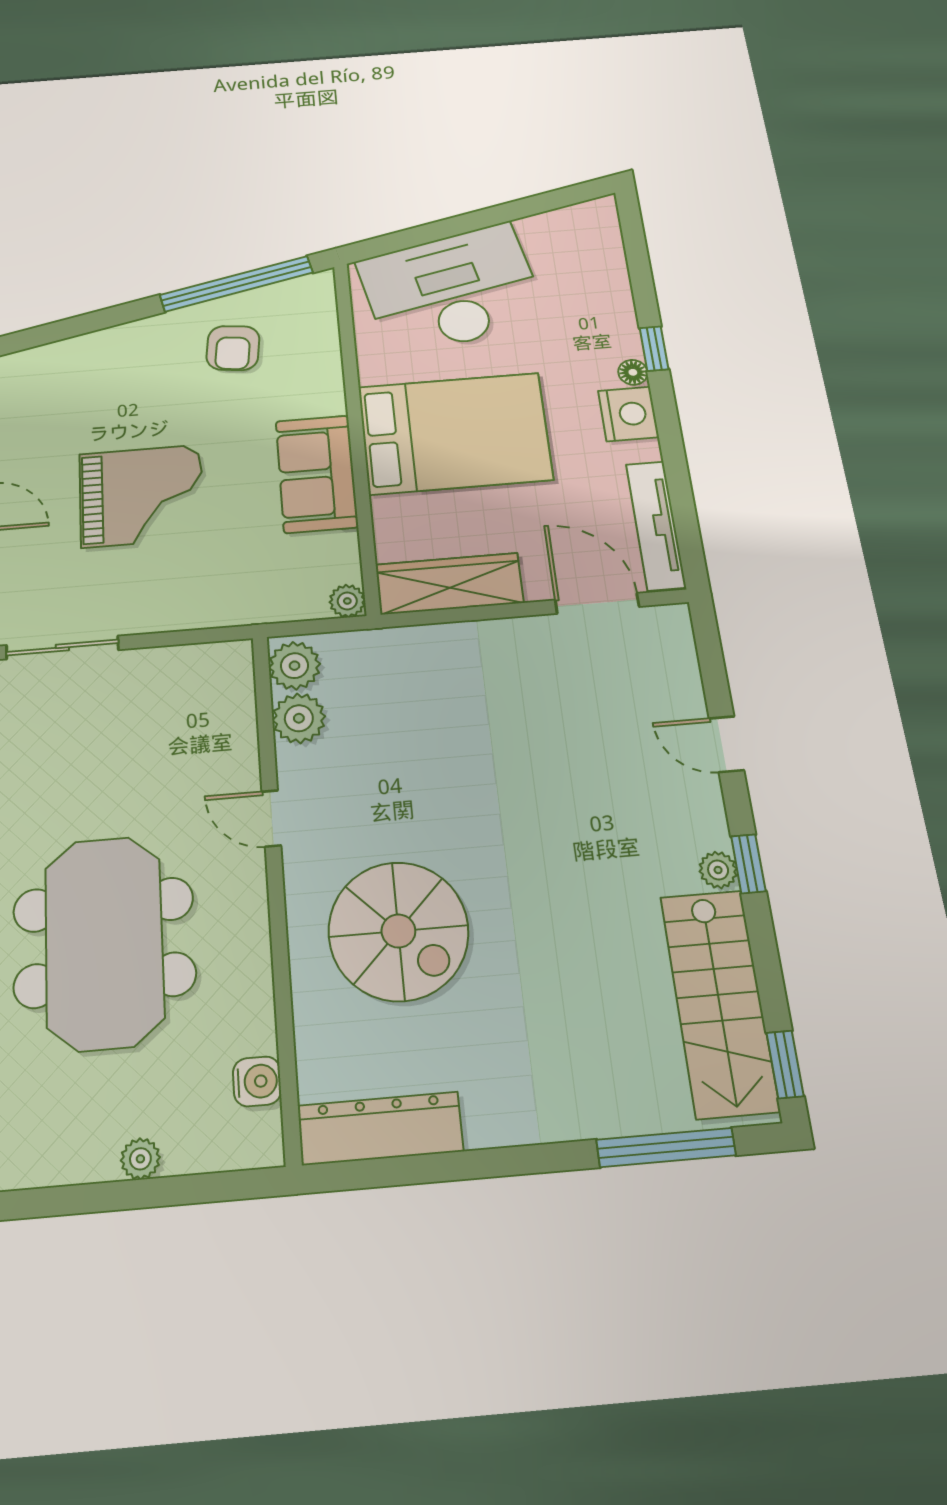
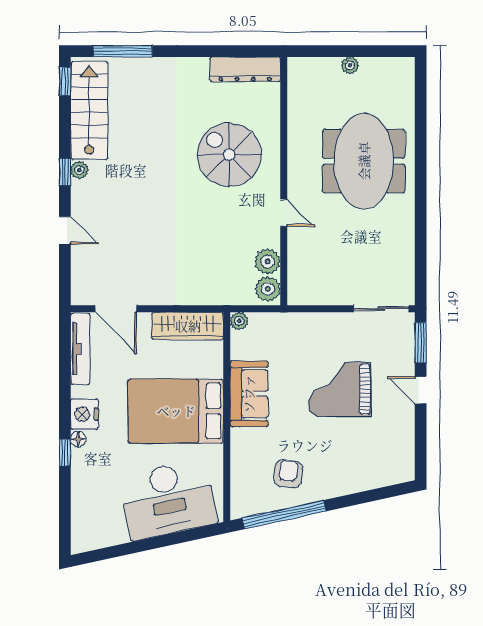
water cooler: (257, 1081) -> (298, 94), removed

